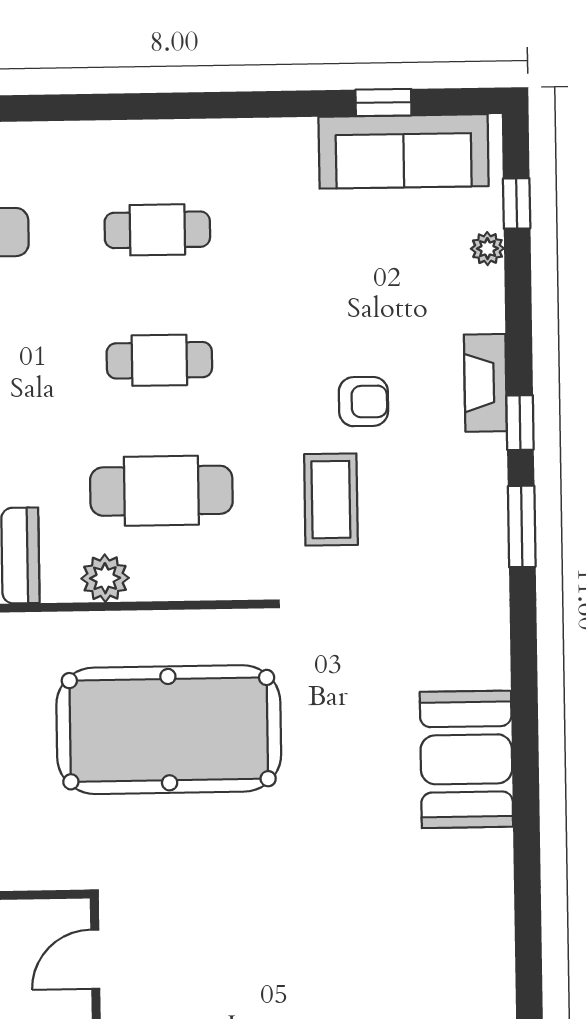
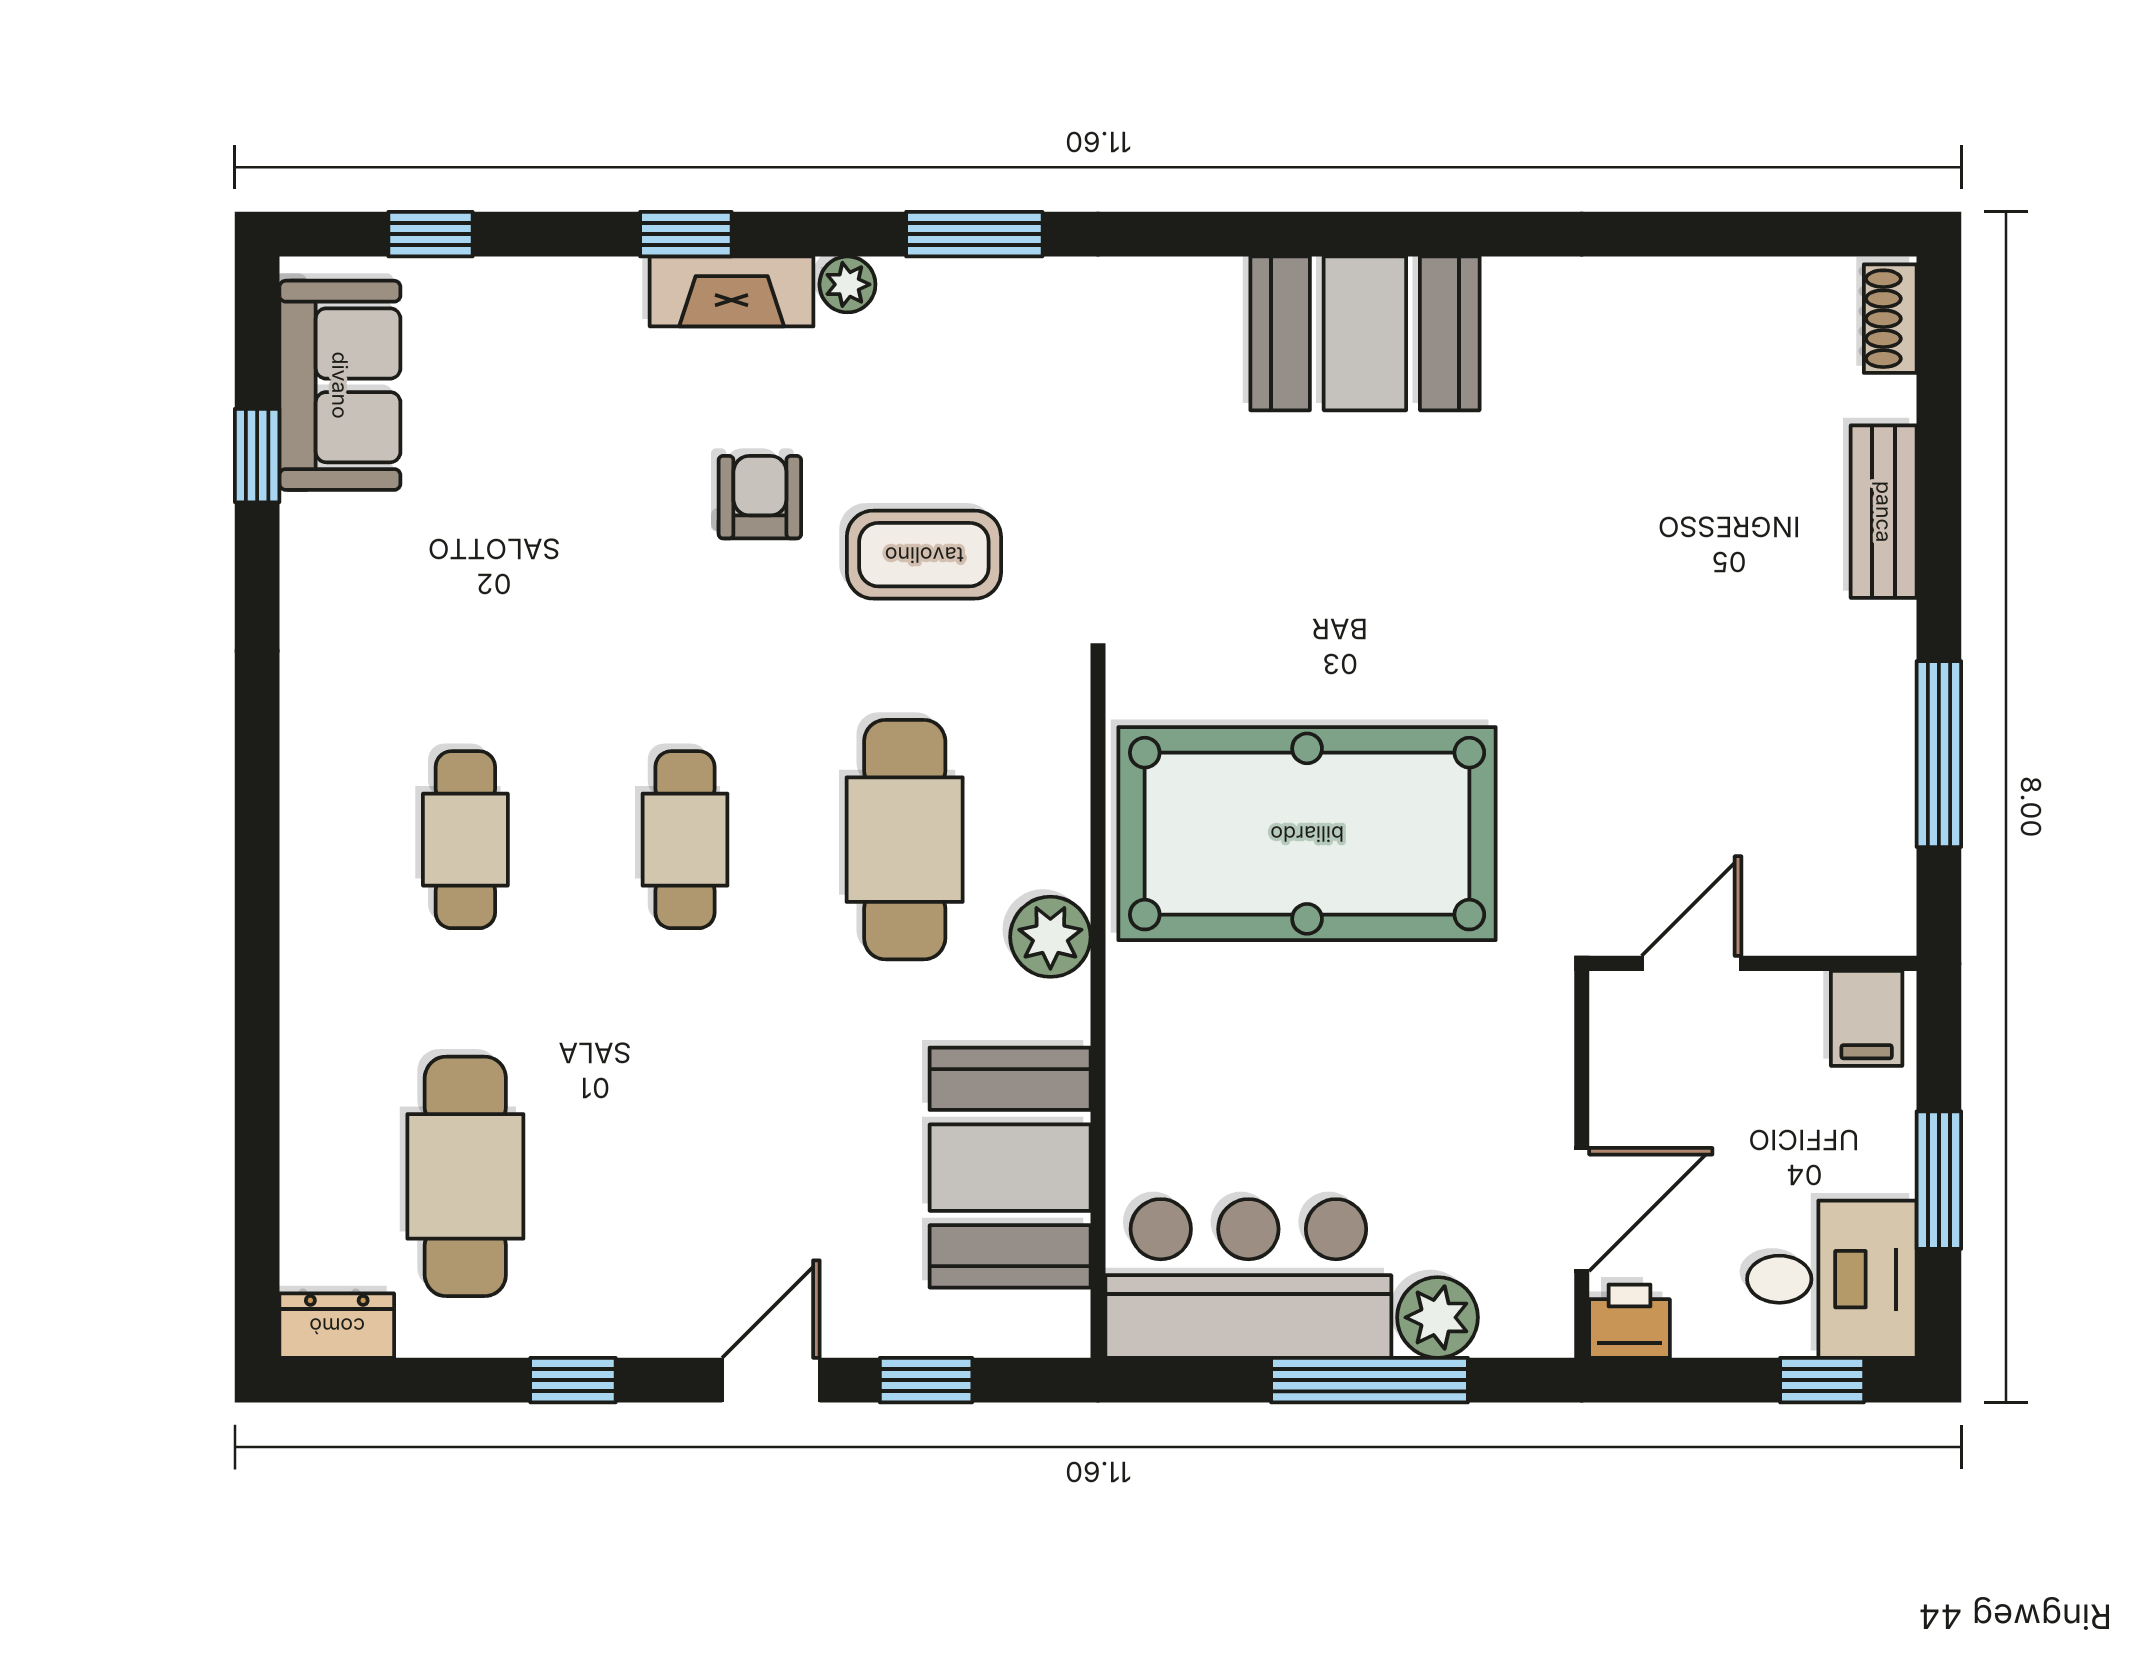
sofa: (404, 151) -> (340, 385), width x0.73
plant: (487, 249) -> (847, 284), moved
window: (520, 423) -> (686, 234), moved
pool table: (169, 730) -> (1307, 834), turned 90
door: (95, 959) -> (1692, 963), swing flipped

